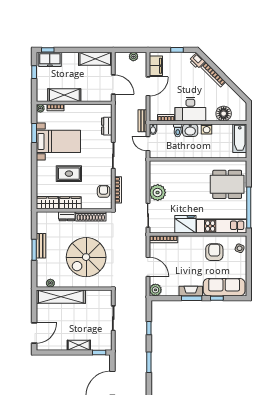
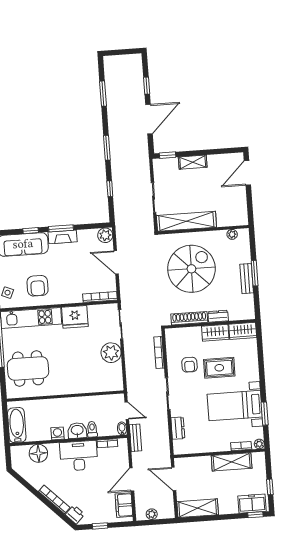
armchair: (104, 191) -> (189, 365), moved
shelving: (61, 297) -> (186, 221), moved

